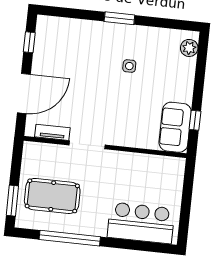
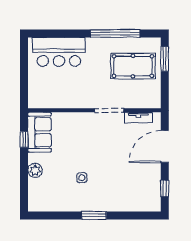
plant: (189, 48) -> (35, 170), moved

